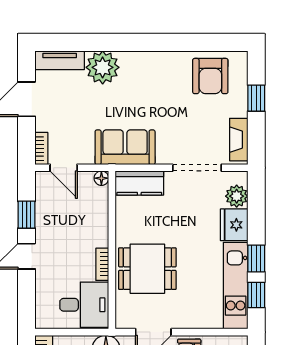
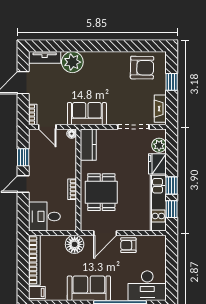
armchair: (210, 76) -> (142, 68), turned -89
kitchen counter: (139, 183) -> (88, 145), moved, turned -90
dining table: (147, 269) -> (101, 192), turned 90
desk: (84, 305) -> (44, 216), moved, turned 180

